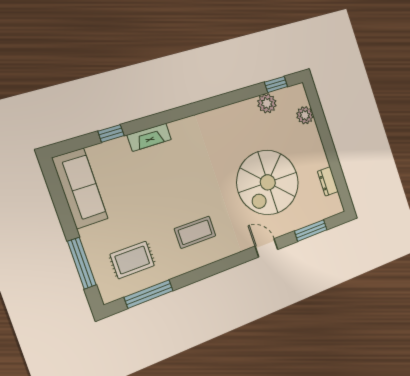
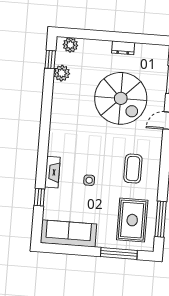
plant: (305, 115) -> (70, 45), moved
dresser: (328, 181) -> (123, 48), moved
side table: (159, 186) -> (89, 180), added
rug: (132, 260) -> (132, 220), width x1.36, depth x1.43

